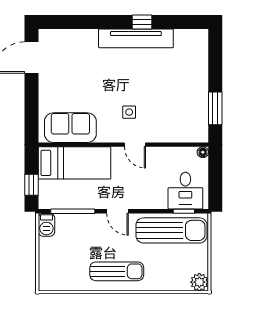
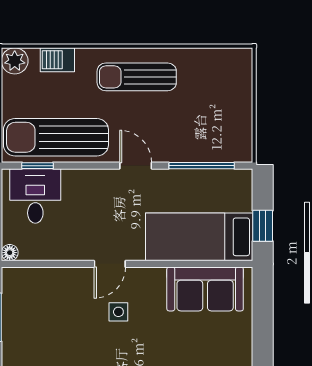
door: (135, 145) -> (110, 264), swing flipped
window: (31, 185) -> (263, 226), moved
barbecue: (46, 225) -> (57, 60), moved, turned -90

